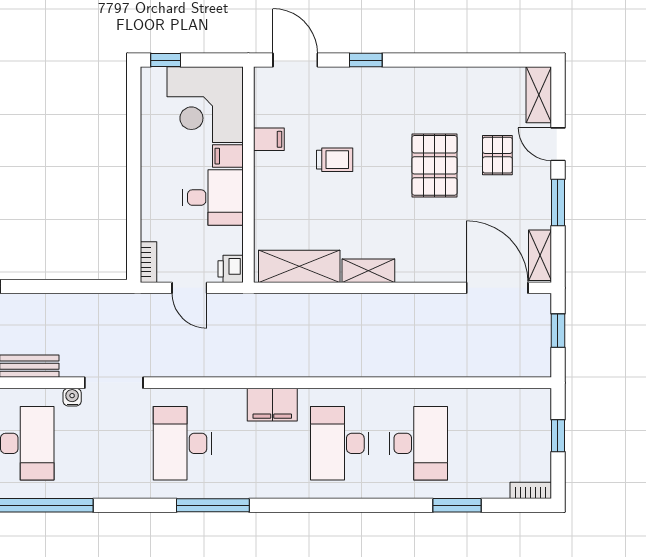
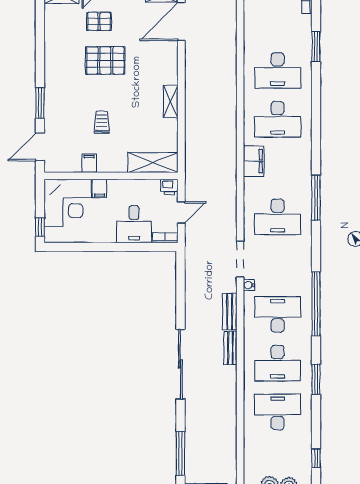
window: (366, 60) -> (40, 103), width x1.50
desk: (213, 198) -> (134, 224), moved, turned 180
shelving: (299, 266) -> (153, 163), moved, turned 90
desk: (418, 443) -> (278, 70), turned 180

